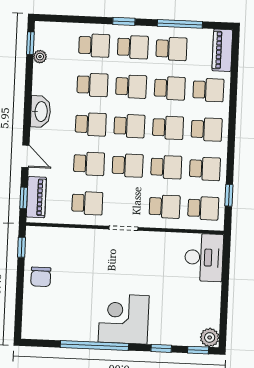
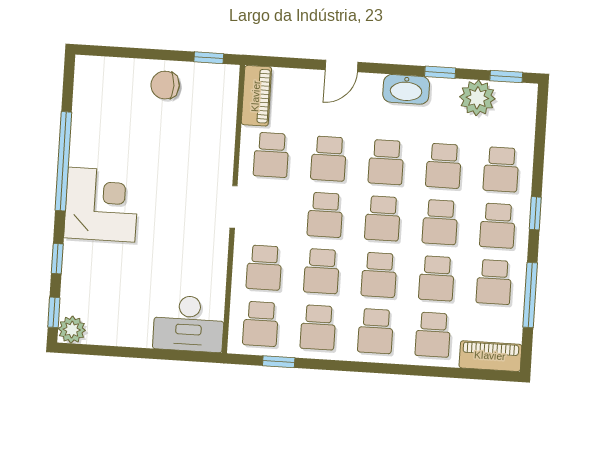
plant: (40, 57) -> (477, 98), width x1.87, depth x1.87
piano: (36, 197) -> (256, 96), moved, turned -90
window: (24, 198) -> (440, 72), moved

